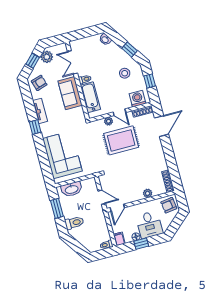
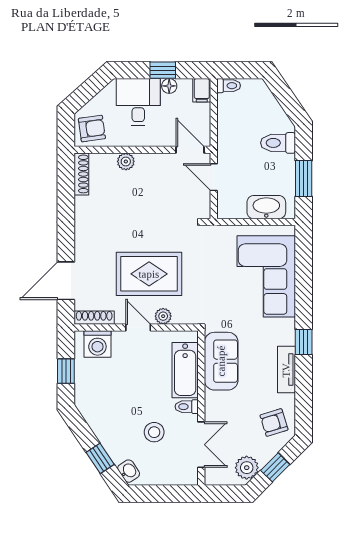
window: (130, 49) -> (100, 458), moved
stool: (125, 73) -> (154, 432), moved
sofa: (70, 93) -> (221, 361), moved
door: (117, 208) -> (190, 150), hinge flipped

